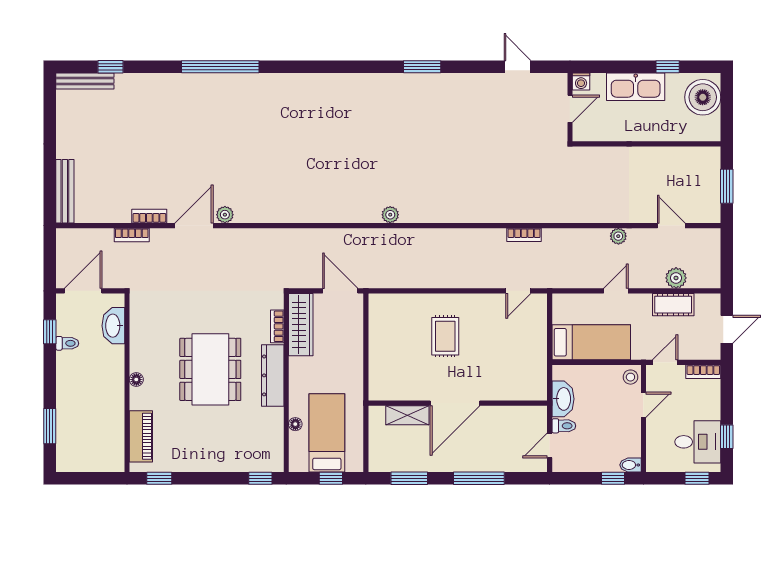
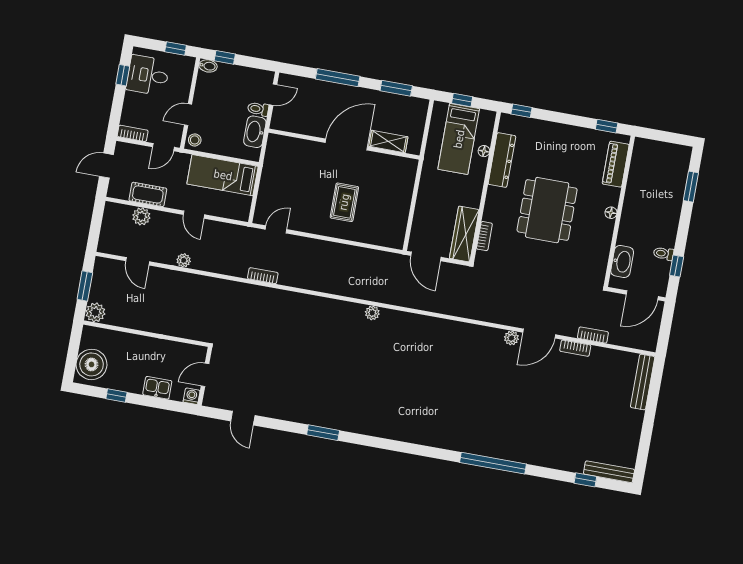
kitchen sink: (636, 87) -> (157, 388), width x0.53, depth x0.81
plant: (709, 158) -> (95, 312), added
door: (616, 291) -> (194, 215), hinge flipped
dresser: (273, 375) -> (502, 160), moved
window: (697, 478) -> (176, 49), moved

